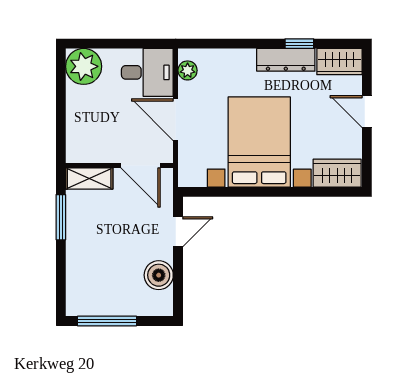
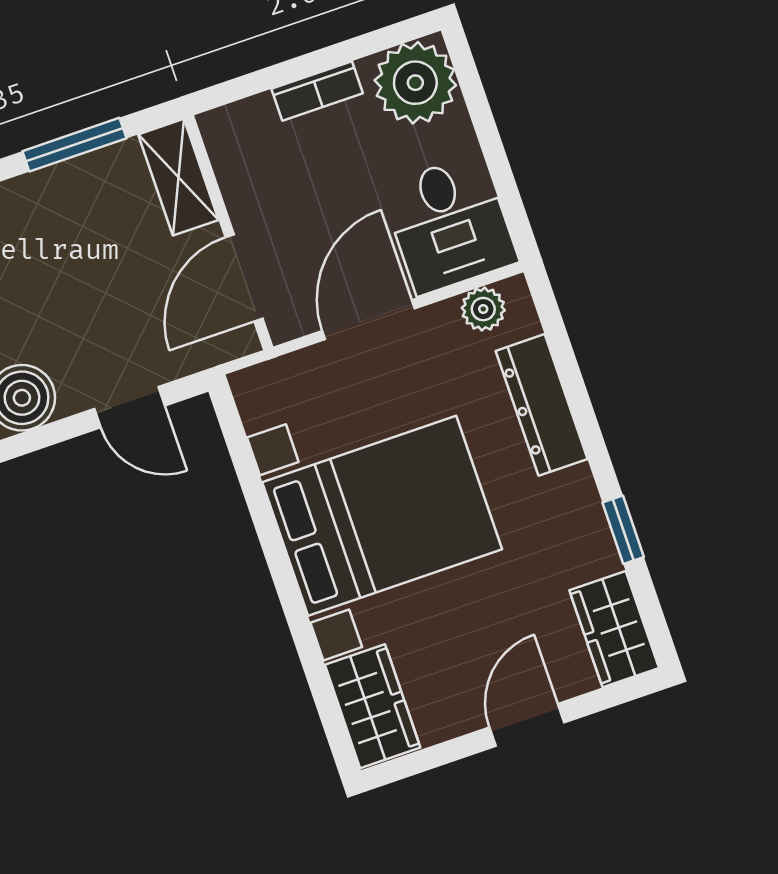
dresser: (286, 60) -> (542, 405), moved
bookcase: (73, 109) -> (317, 91), added

